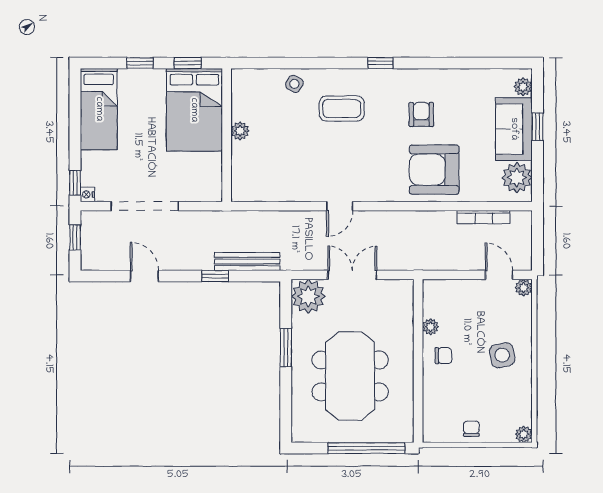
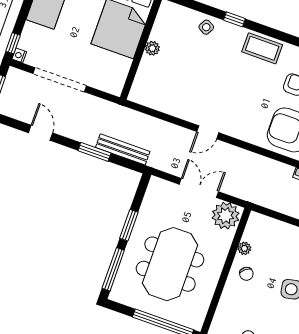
window: (380, 63) -> (234, 19), moved
coffee table: (342, 109) -> (262, 48), moved
window: (215, 276) -> (94, 152), width x1.50
plant: (308, 296) -> (226, 216), moved
chair: (443, 356) -> (246, 274), turned 51
window: (286, 406) -> (113, 269), added

